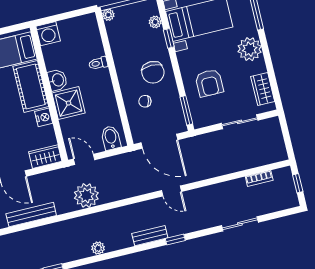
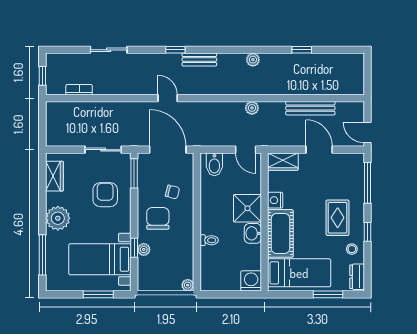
plant: (155, 22) -> (144, 249), moved
sliding door: (240, 122) -> (103, 150), moved
plant: (86, 196) -> (252, 108), width x0.53, depth x0.53

